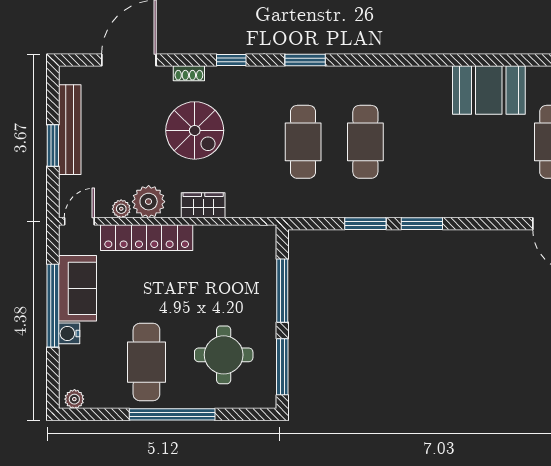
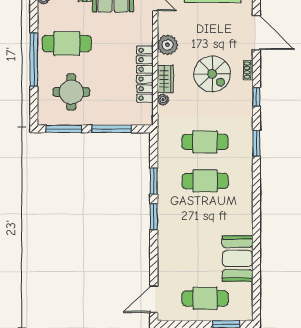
spiral stairs: (195, 130) -> (212, 74), turned -90
plant: (121, 209) -> (163, 100), moved
locker: (147, 238) -> (145, 74), moved

